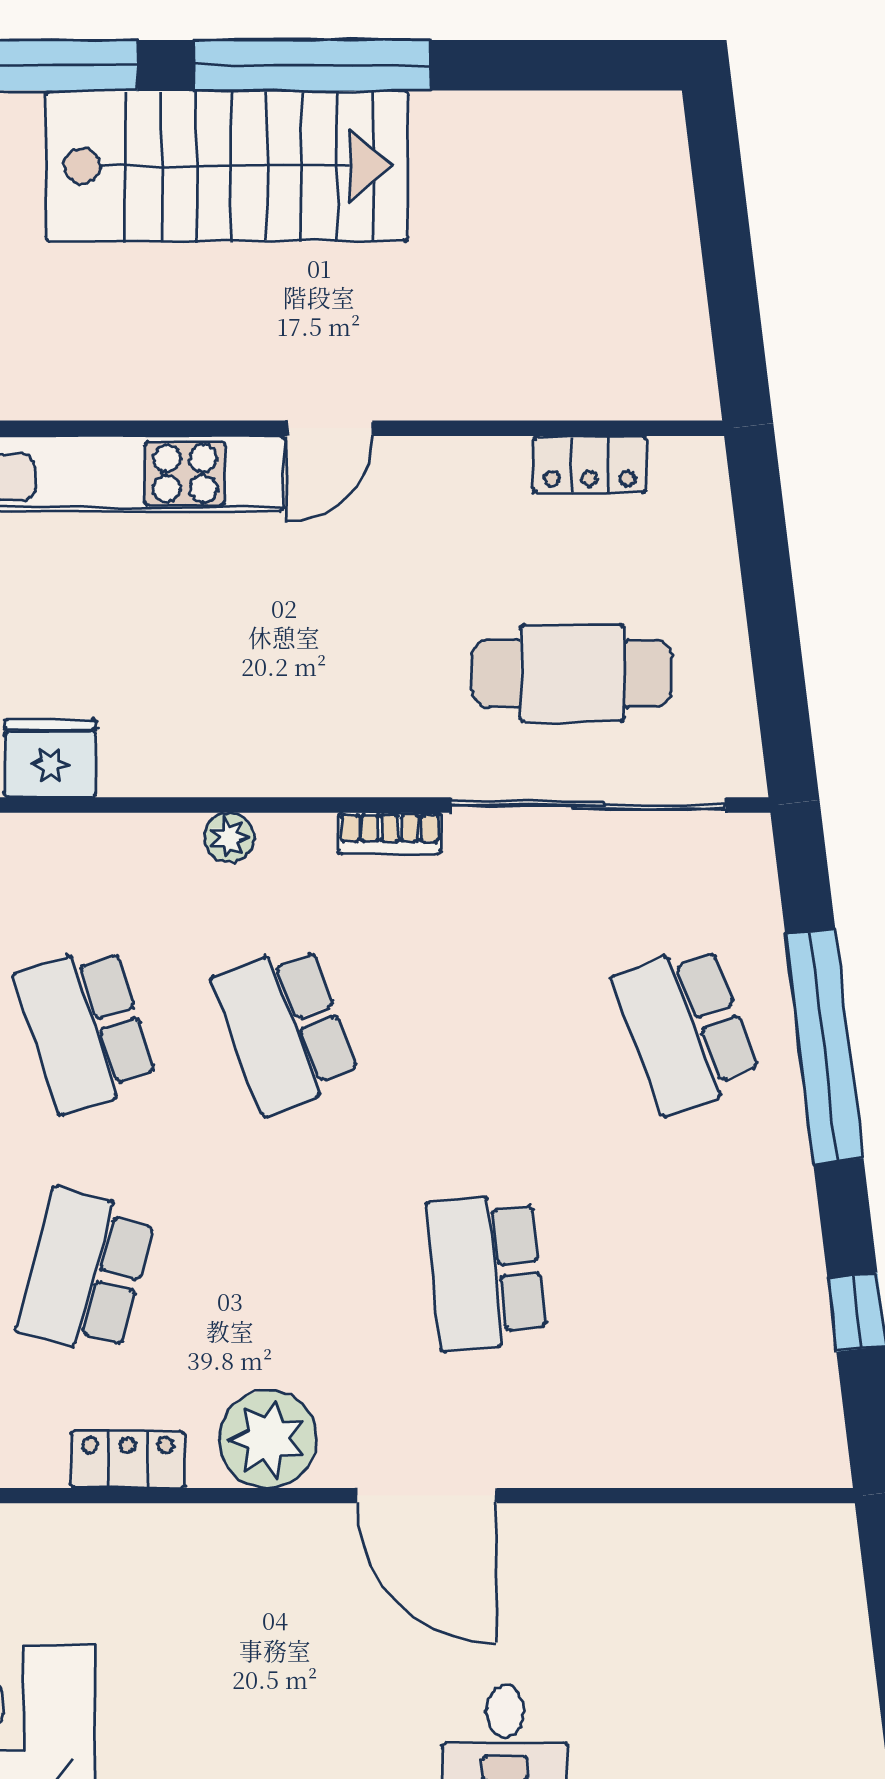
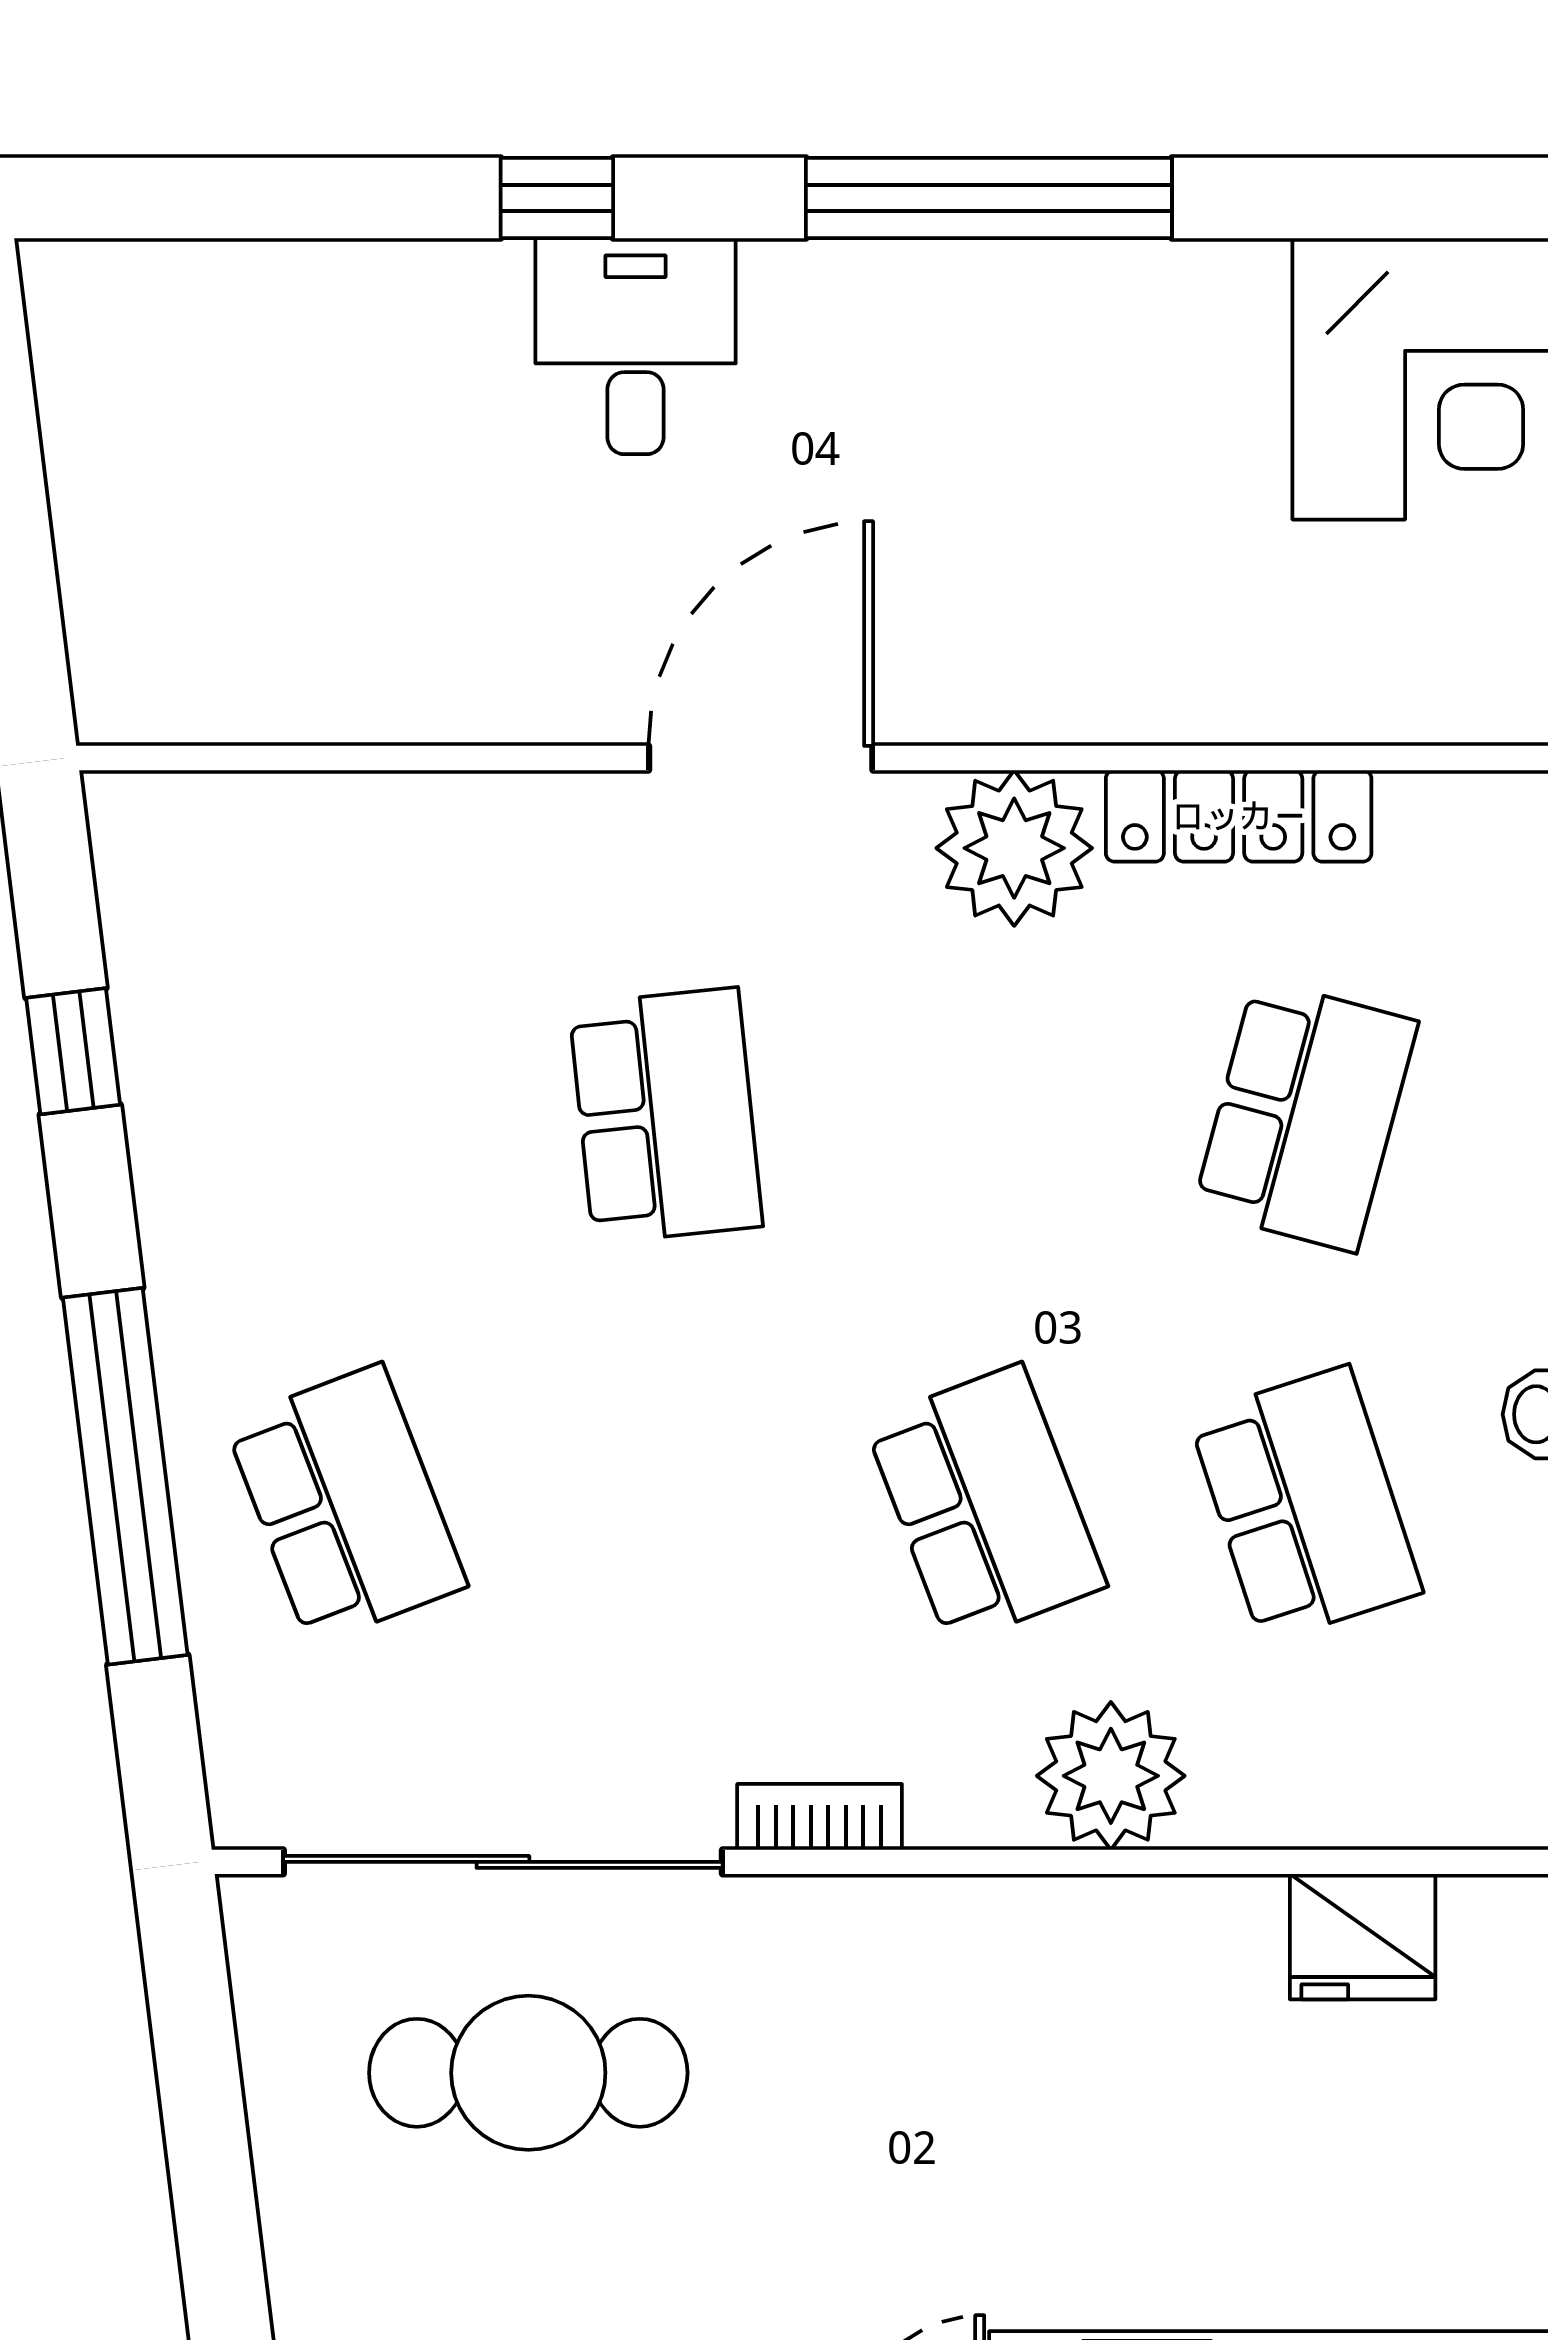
plant: (229, 837) -> (1111, 1776), width x1.88, depth x1.88
locker: (128, 1459) -> (1239, 816), width x1.53
door: (427, 1496) -> (761, 758), hinge flipped

